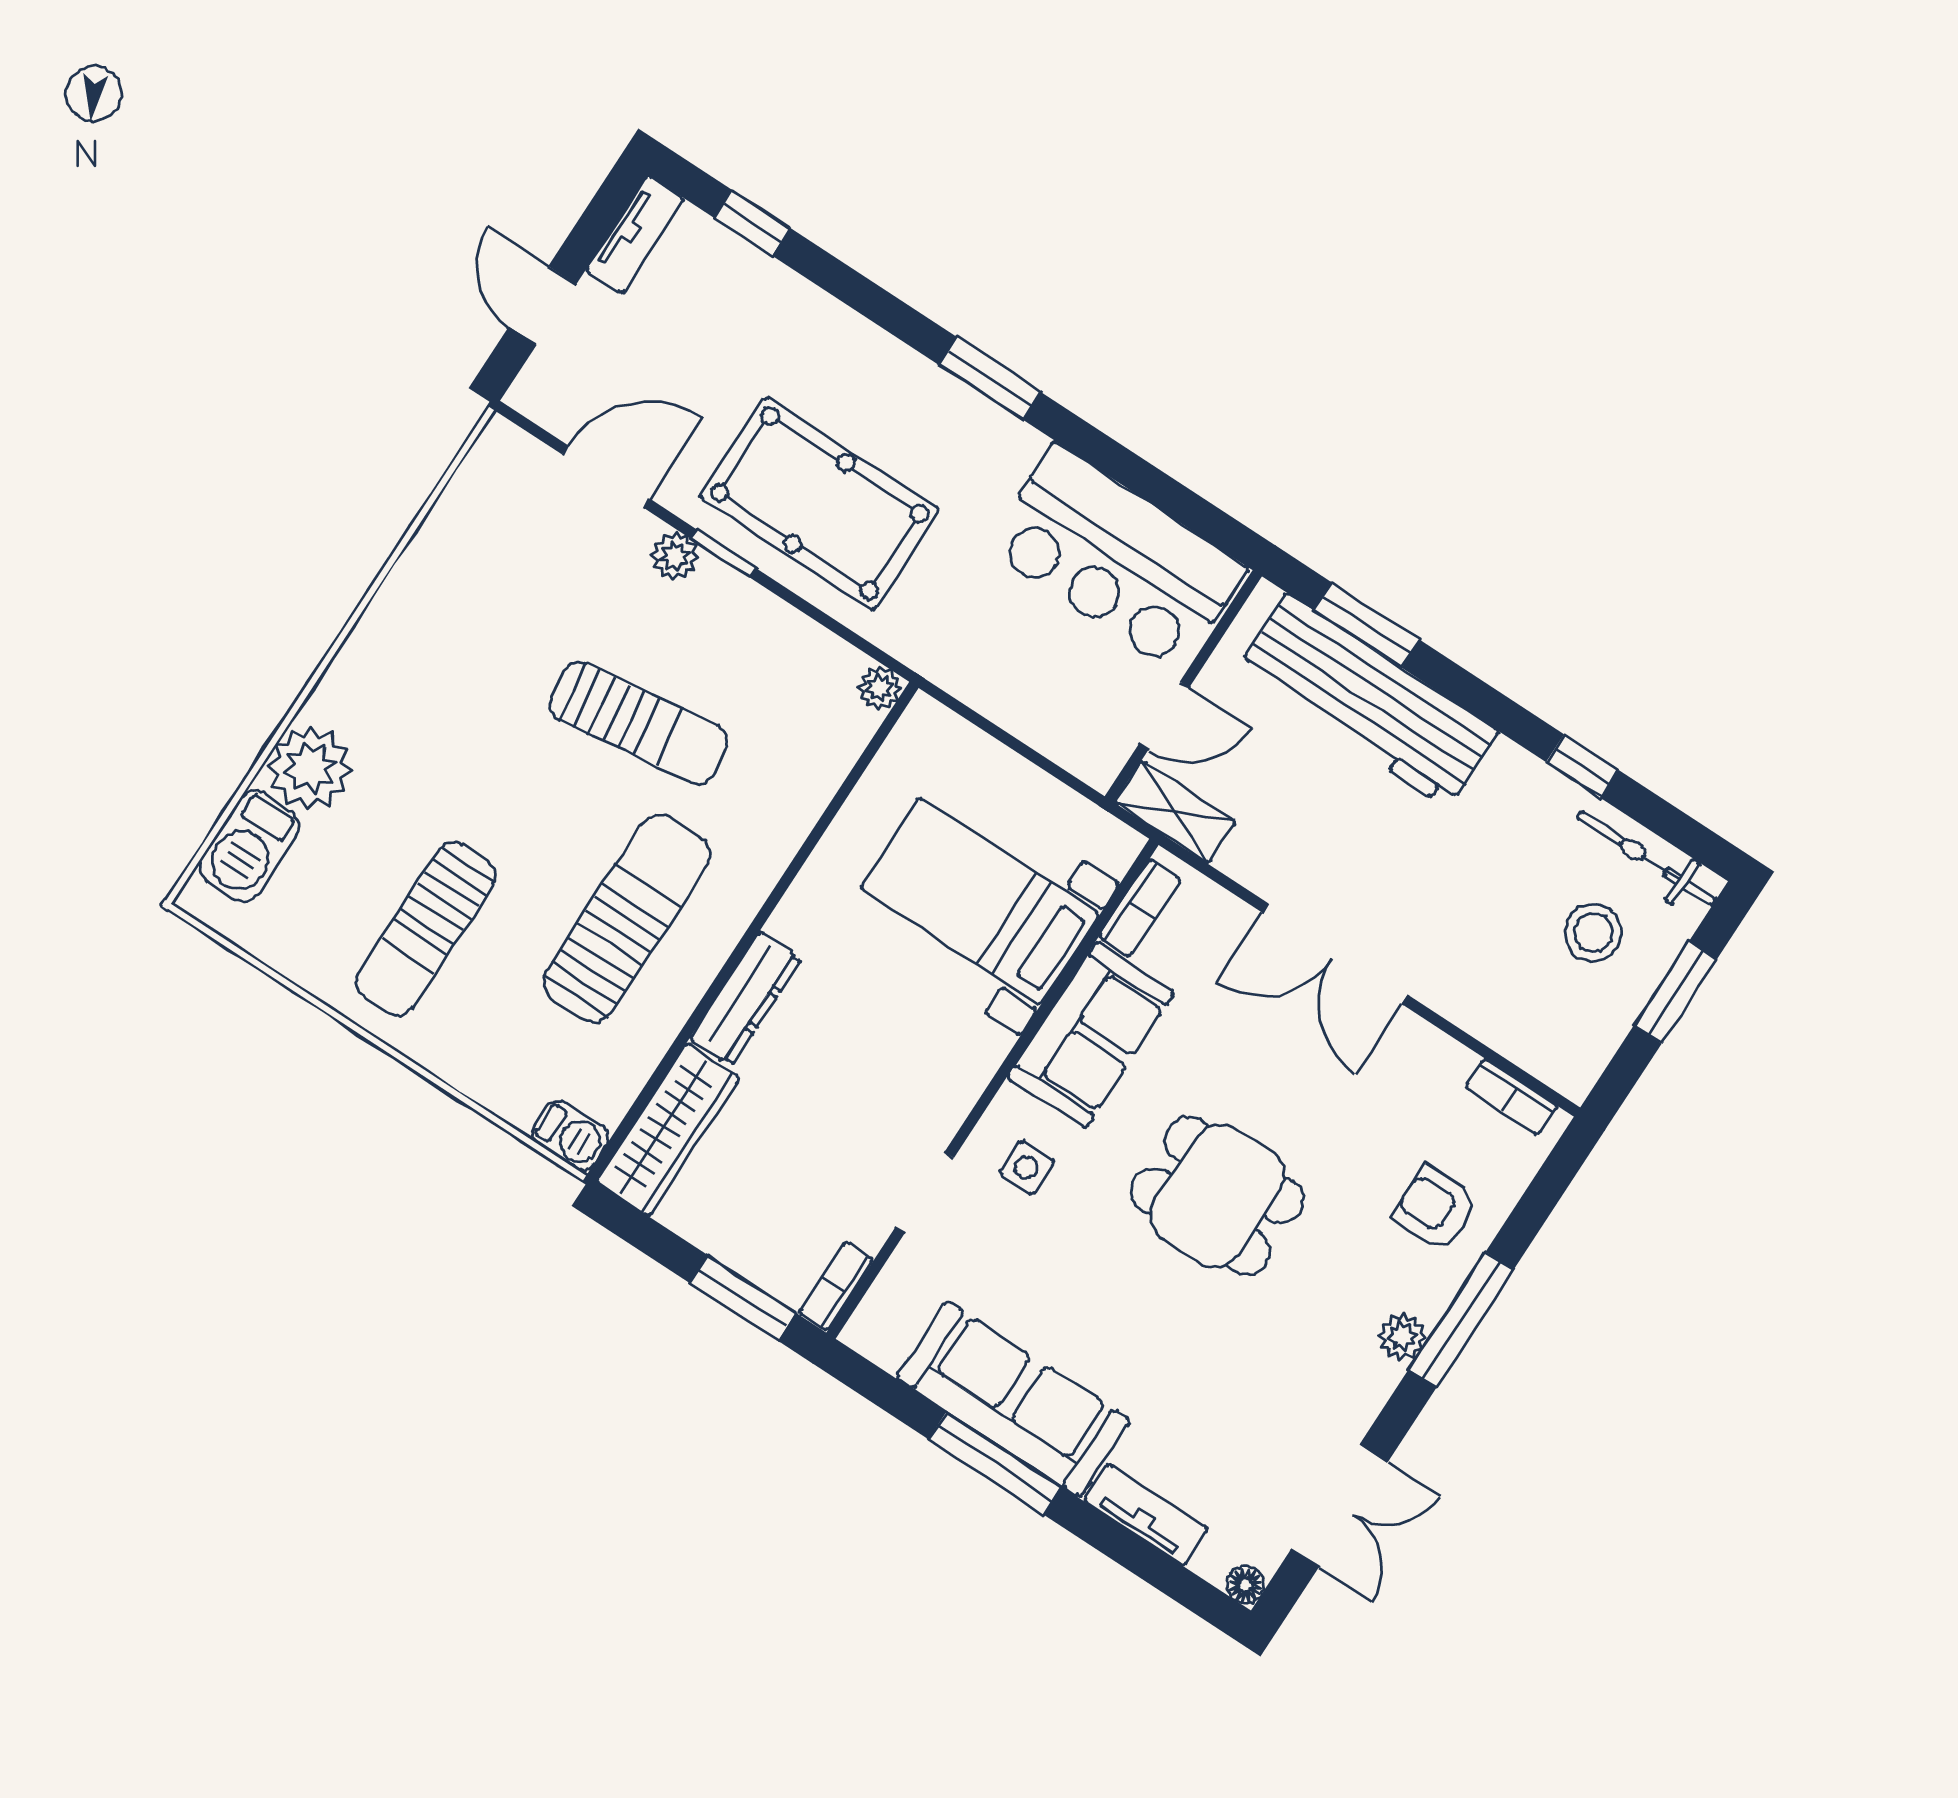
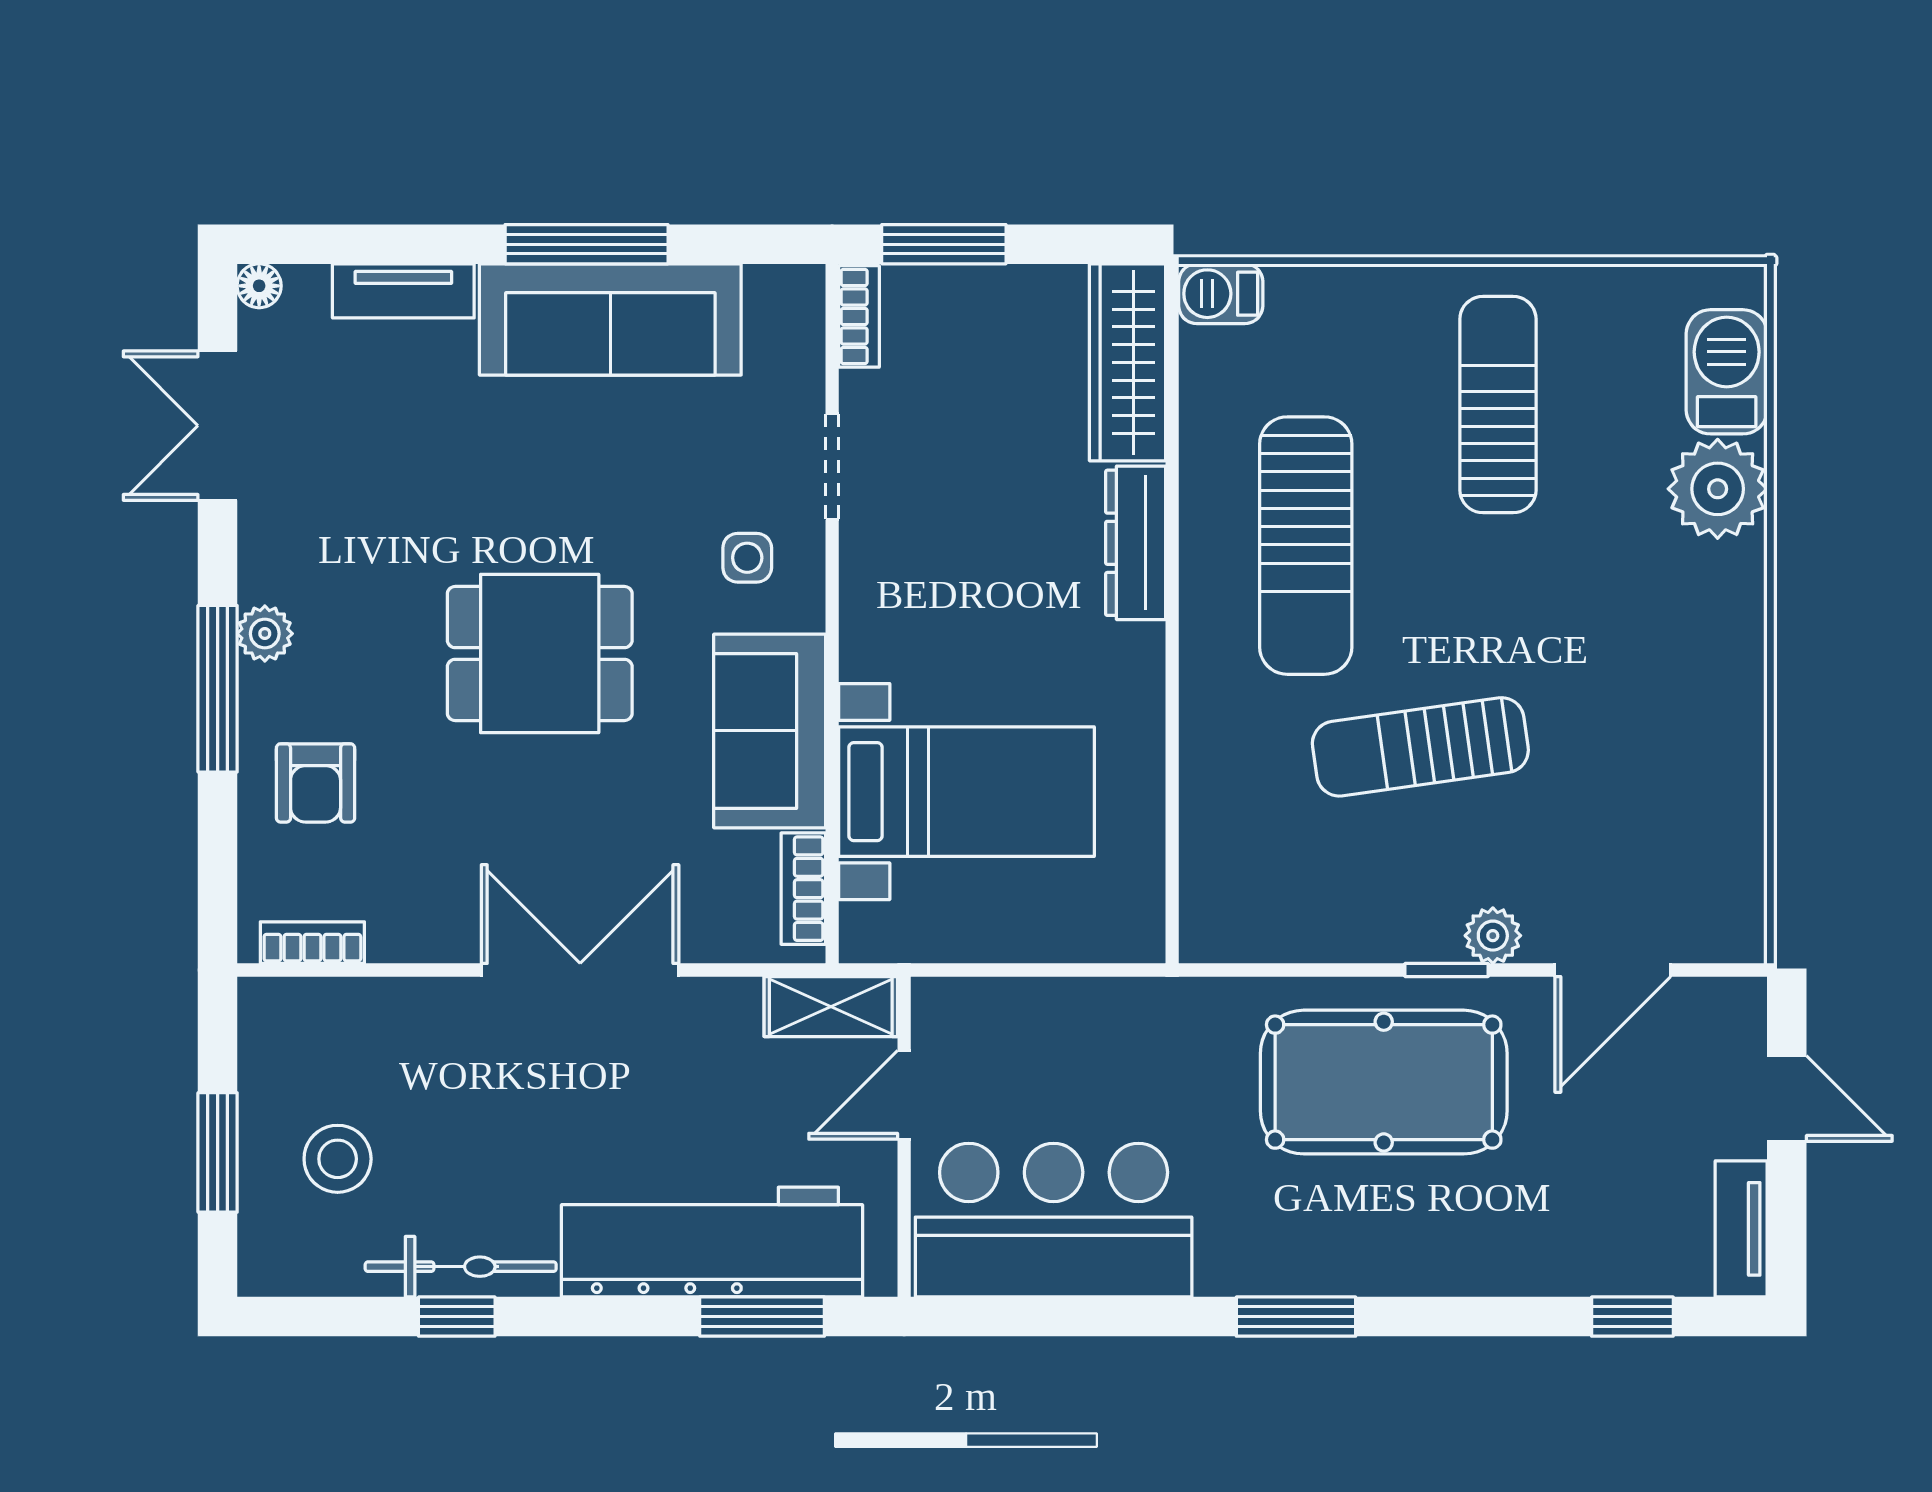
plant: (880, 688) -> (1204, 938), removed
bicycle: (1647, 859) -> (461, 1267), moved
armchair: (1435, 1208) -> (316, 783), turned 90

